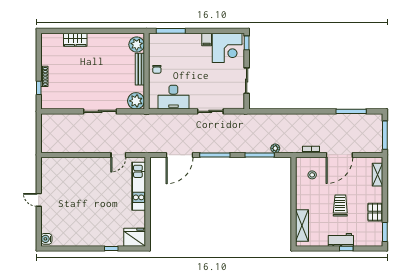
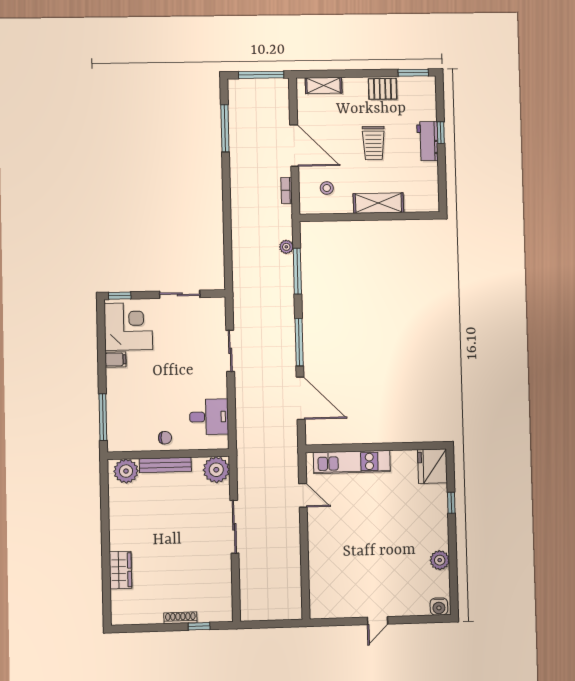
desk: (173, 97) -> (209, 417), width x0.73
trolley: (340, 205) -> (373, 143), turned -90
shelving: (302, 225) -> (378, 203), moved
plant: (75, 240) -> (440, 560), added

